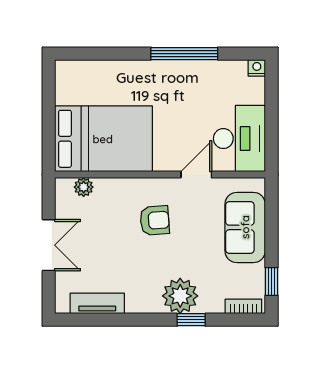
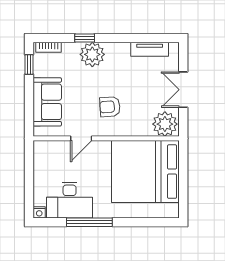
bed: (103, 139) -> (145, 172), width x1.36
desk: (239, 139) -> (70, 200), moved, turned -90
plant: (84, 187) -> (165, 124), width x1.87, depth x1.87

